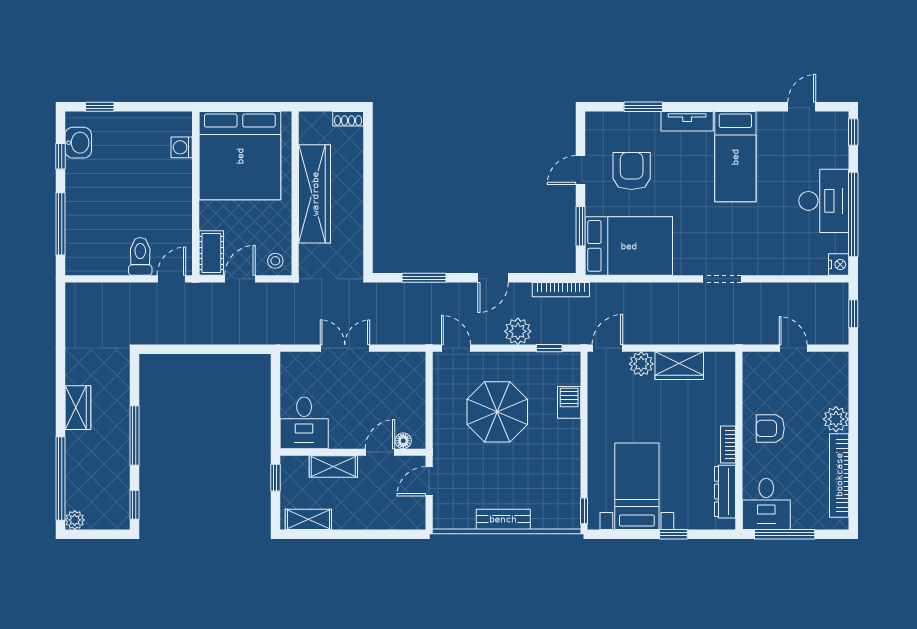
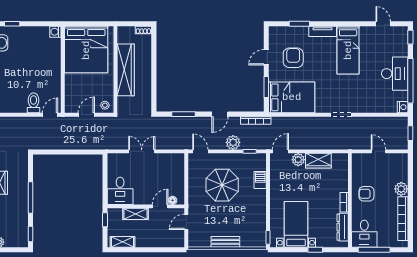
door: (802, 107) -> (383, 24), hinge flipped
washing machine: (182, 147) -> (55, 32), moved
cot: (211, 253) -> (71, 101), removed

